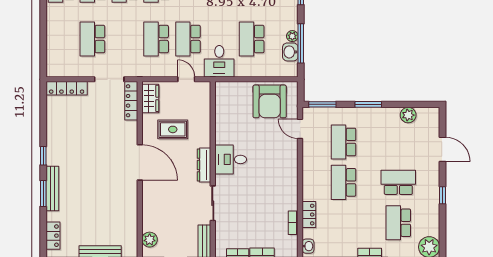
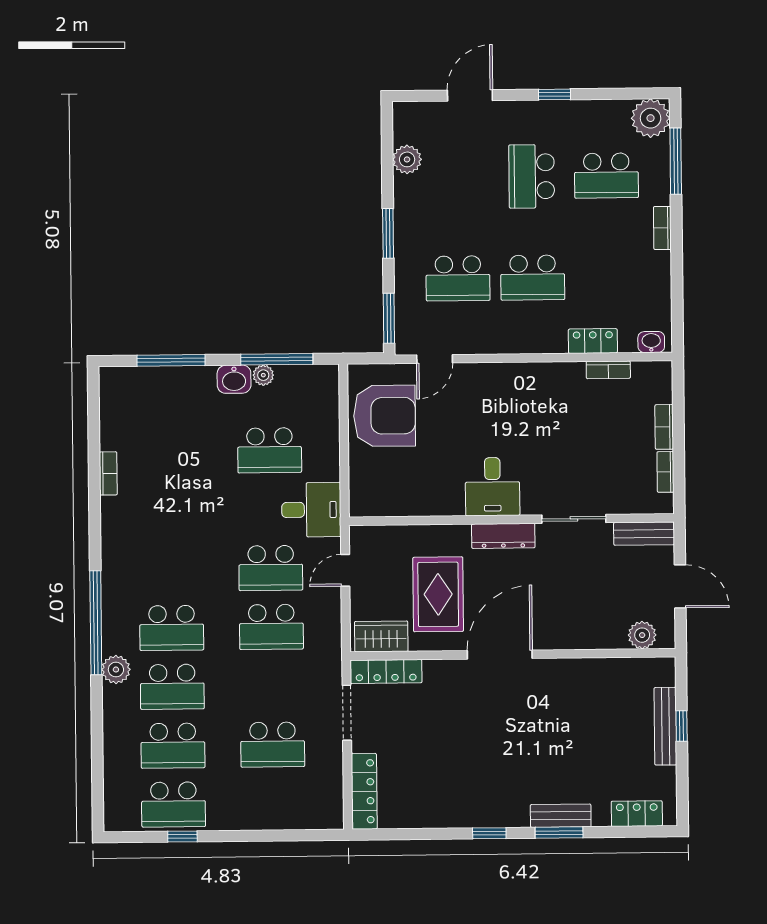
washbasin: (290, 52) -> (234, 379), moved
rug: (173, 129) -> (438, 594), width x1.36, depth x1.43
bench: (52, 188) -> (561, 816), width x0.73

